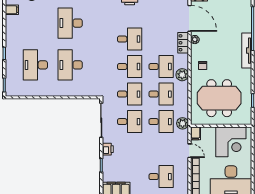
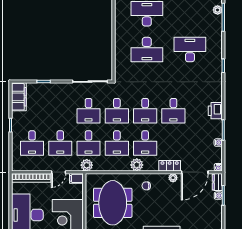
desk: (70, 65) -> (147, 50), turned 180
printer: (108, 149) -> (60, 88), removed
desk: (161, 149) -> (60, 143), added

